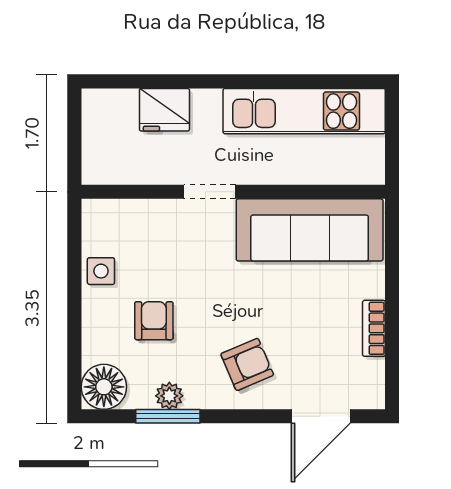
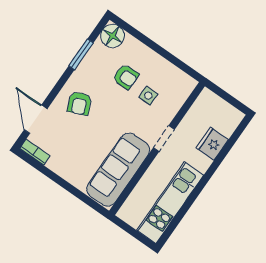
side table: (101, 271) -> (148, 96), moved
bookcase: (374, 328) -> (35, 152), moved
plant: (169, 396) -> (89, 61), removed

